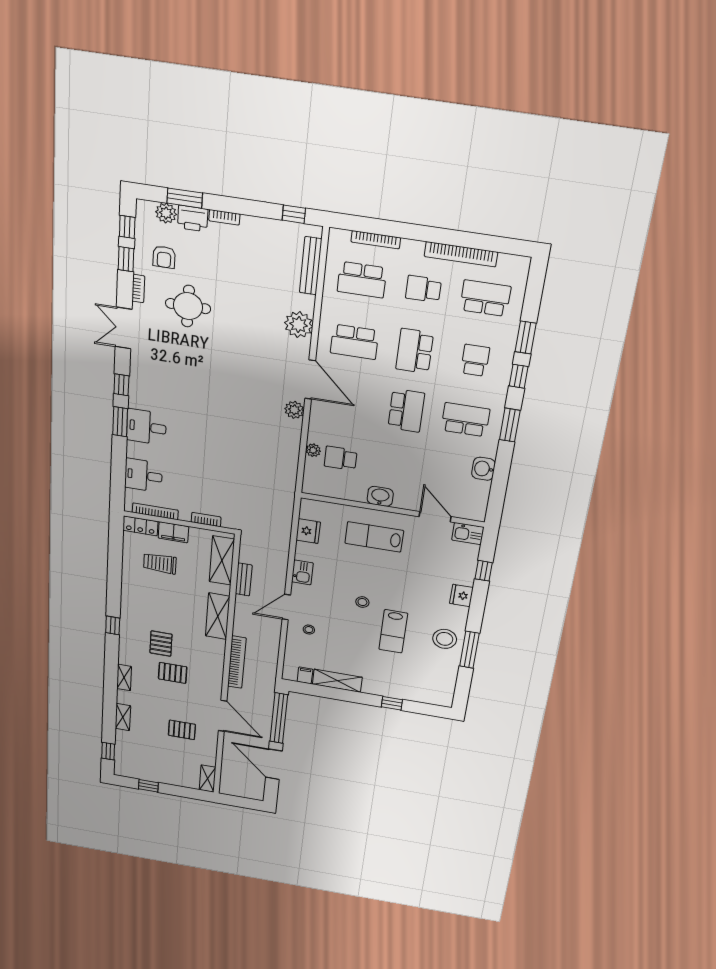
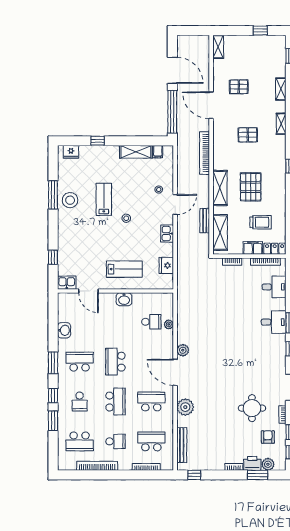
school desk: (465, 420) -> (80, 362), turned 180
fridge: (461, 595) -> (71, 152), moved, turned 90
pallet: (161, 644) -> (251, 187), moved, width x1.50, depth x1.42

